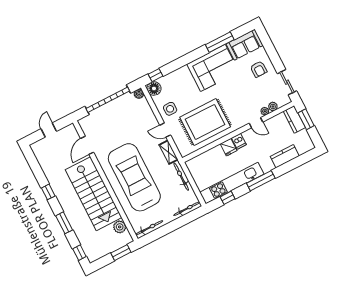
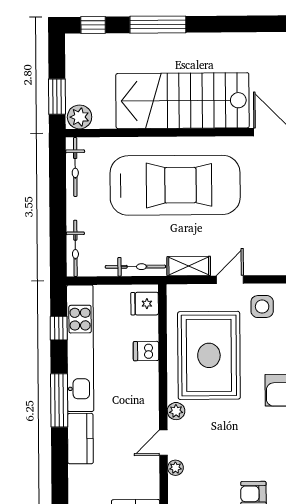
plant: (273, 106) -> (176, 411), moved
dishwasher: (239, 141) -> (146, 351), moved
fridge: (229, 147) -> (145, 304), moved
kitchen counter: (285, 156) -> (80, 439), moved
window: (48, 192) -> (225, 24), removed
window: (64, 223) -> (158, 25), width x1.44
plant: (120, 227) -> (80, 117), moved

